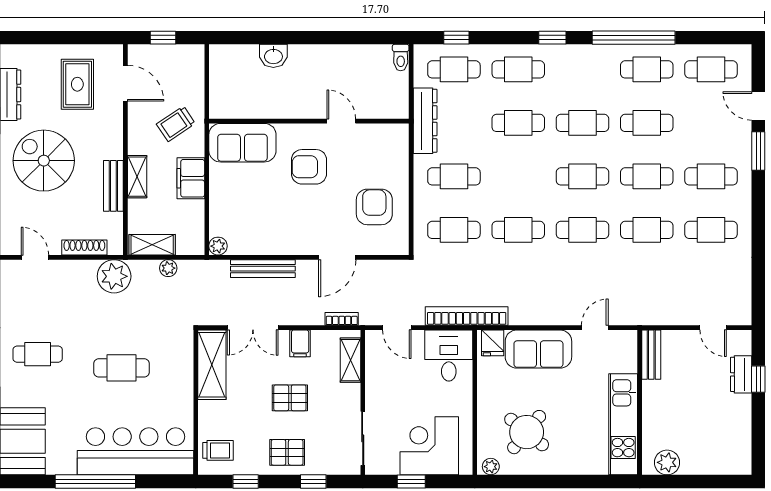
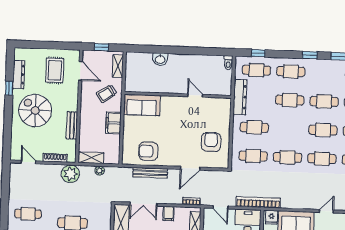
armchair: (309, 167) -> (148, 151), moved
shelving: (137, 177) -> (118, 66), moved
plant: (218, 246) -> (127, 160), removed

